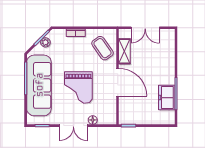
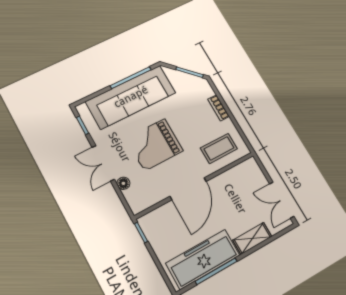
double door: (145, 28) -> (282, 200), moved
plant: (45, 42) -> (187, 79), removed
coffee table: (102, 48) -> (219, 148), turned 35
shelving: (124, 51) -> (252, 238), moved
freezer: (167, 98) -> (203, 259), width x1.91, depth x1.26

